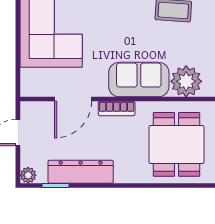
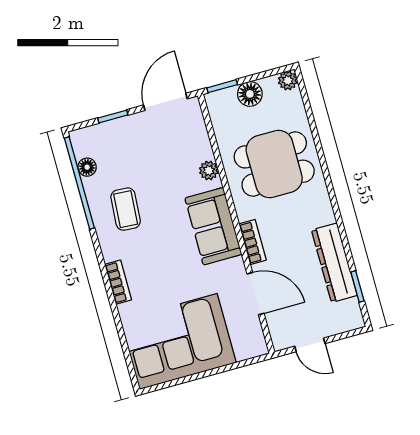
plant: (186, 81) -> (209, 171), width x0.53, depth x0.53
plant: (28, 175) -> (354, 320), removed

